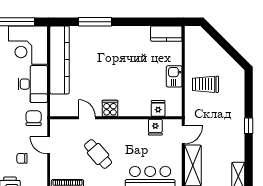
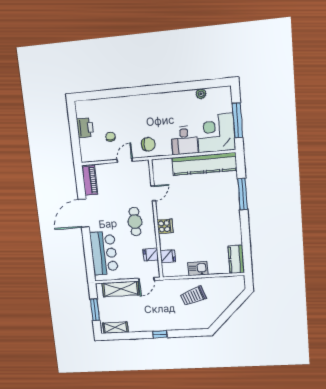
desk: (33, 84) -> (184, 140), width x0.73
trolley: (205, 84) -> (193, 296), turned -109
cooker: (110, 108) -> (165, 226), moved
door: (183, 135) -> (146, 279), hinge flipped
cafe table: (98, 154) -> (135, 222), moved, turned -49

